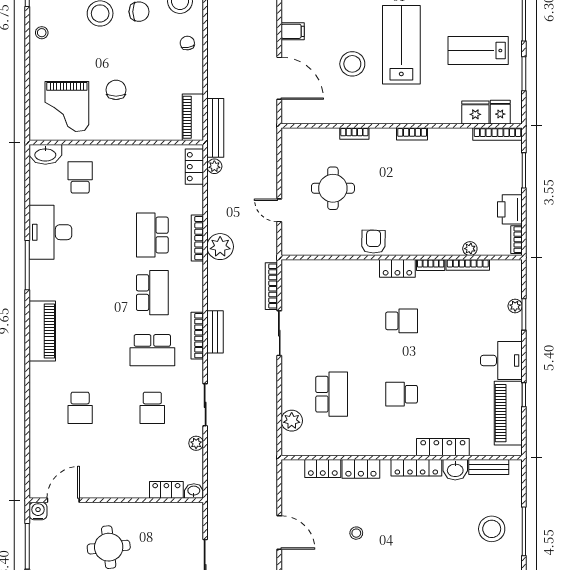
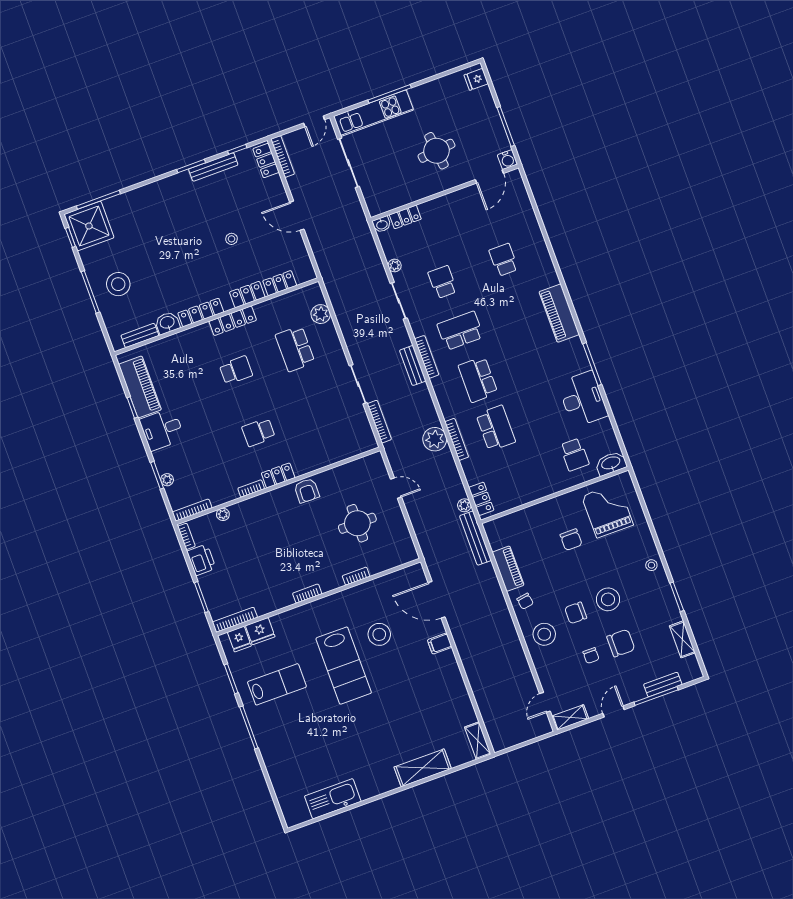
piano: (193, 117) -> (508, 569), moved
bookcase: (468, 265) -> (192, 510), moved
locker: (443, 447) -> (233, 321), moved

